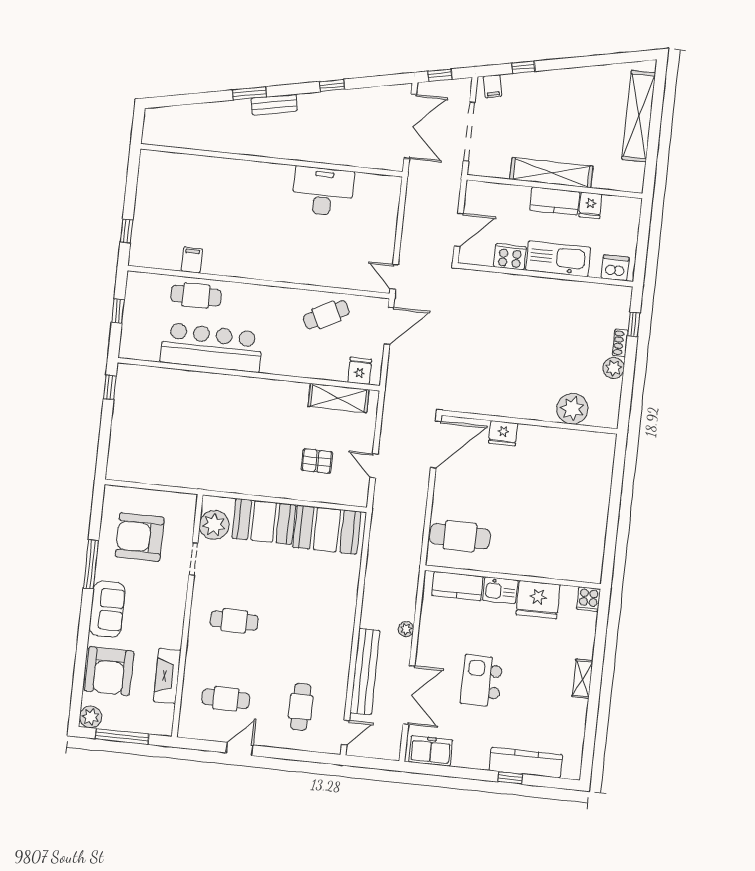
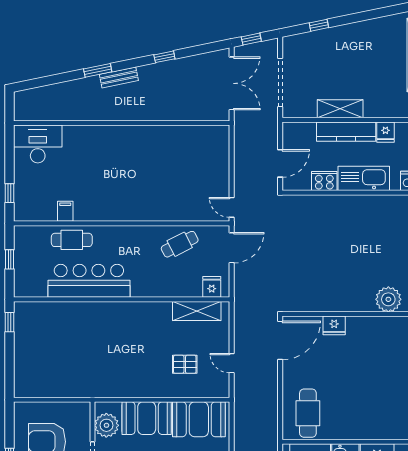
filing cabinet: (493, 86) -> (295, 43), removed
shelving: (551, 173) -> (340, 109), width x0.68
desk: (323, 191) -> (38, 144), moved
kitchen counter: (555, 201) -> (346, 132), width x1.50
cafe table: (460, 536) -> (308, 413), turned 90

